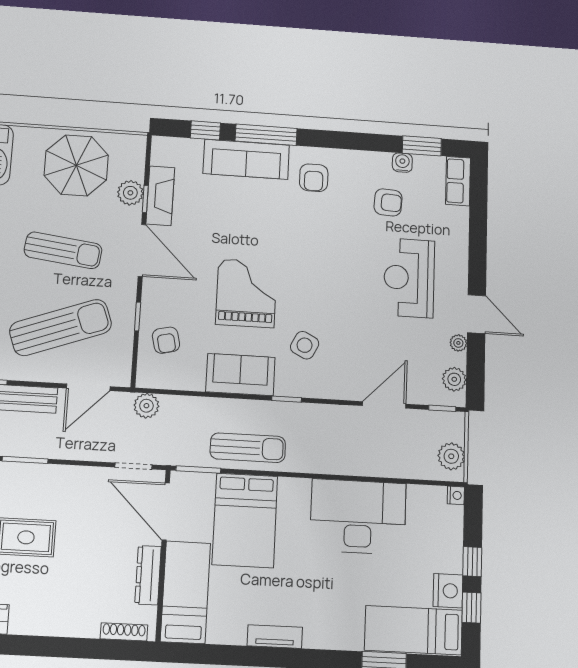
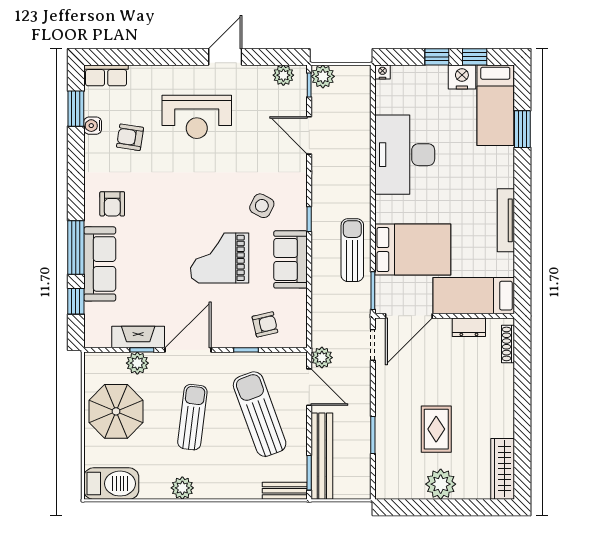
armchair: (314, 178) -> (112, 204), turned 90
armchair: (388, 202) -> (130, 137), turned -84
plant: (458, 343) -> (251, 72), removed
plant: (146, 406) -> (322, 358), moved
plant: (451, 456) -> (323, 76), moved
dresser: (148, 575) -> (469, 327), width x0.70
tv unit: (275, 637) -> (506, 220), width x1.41

